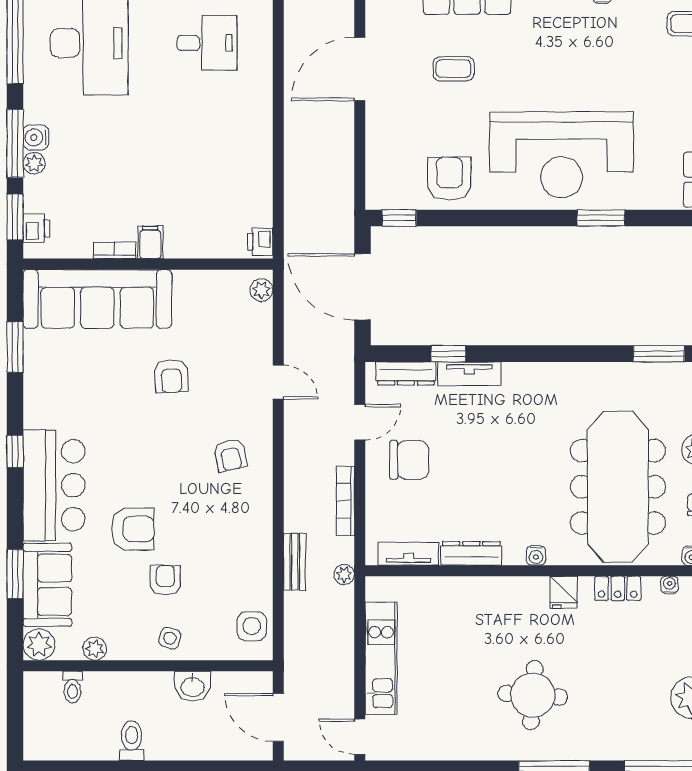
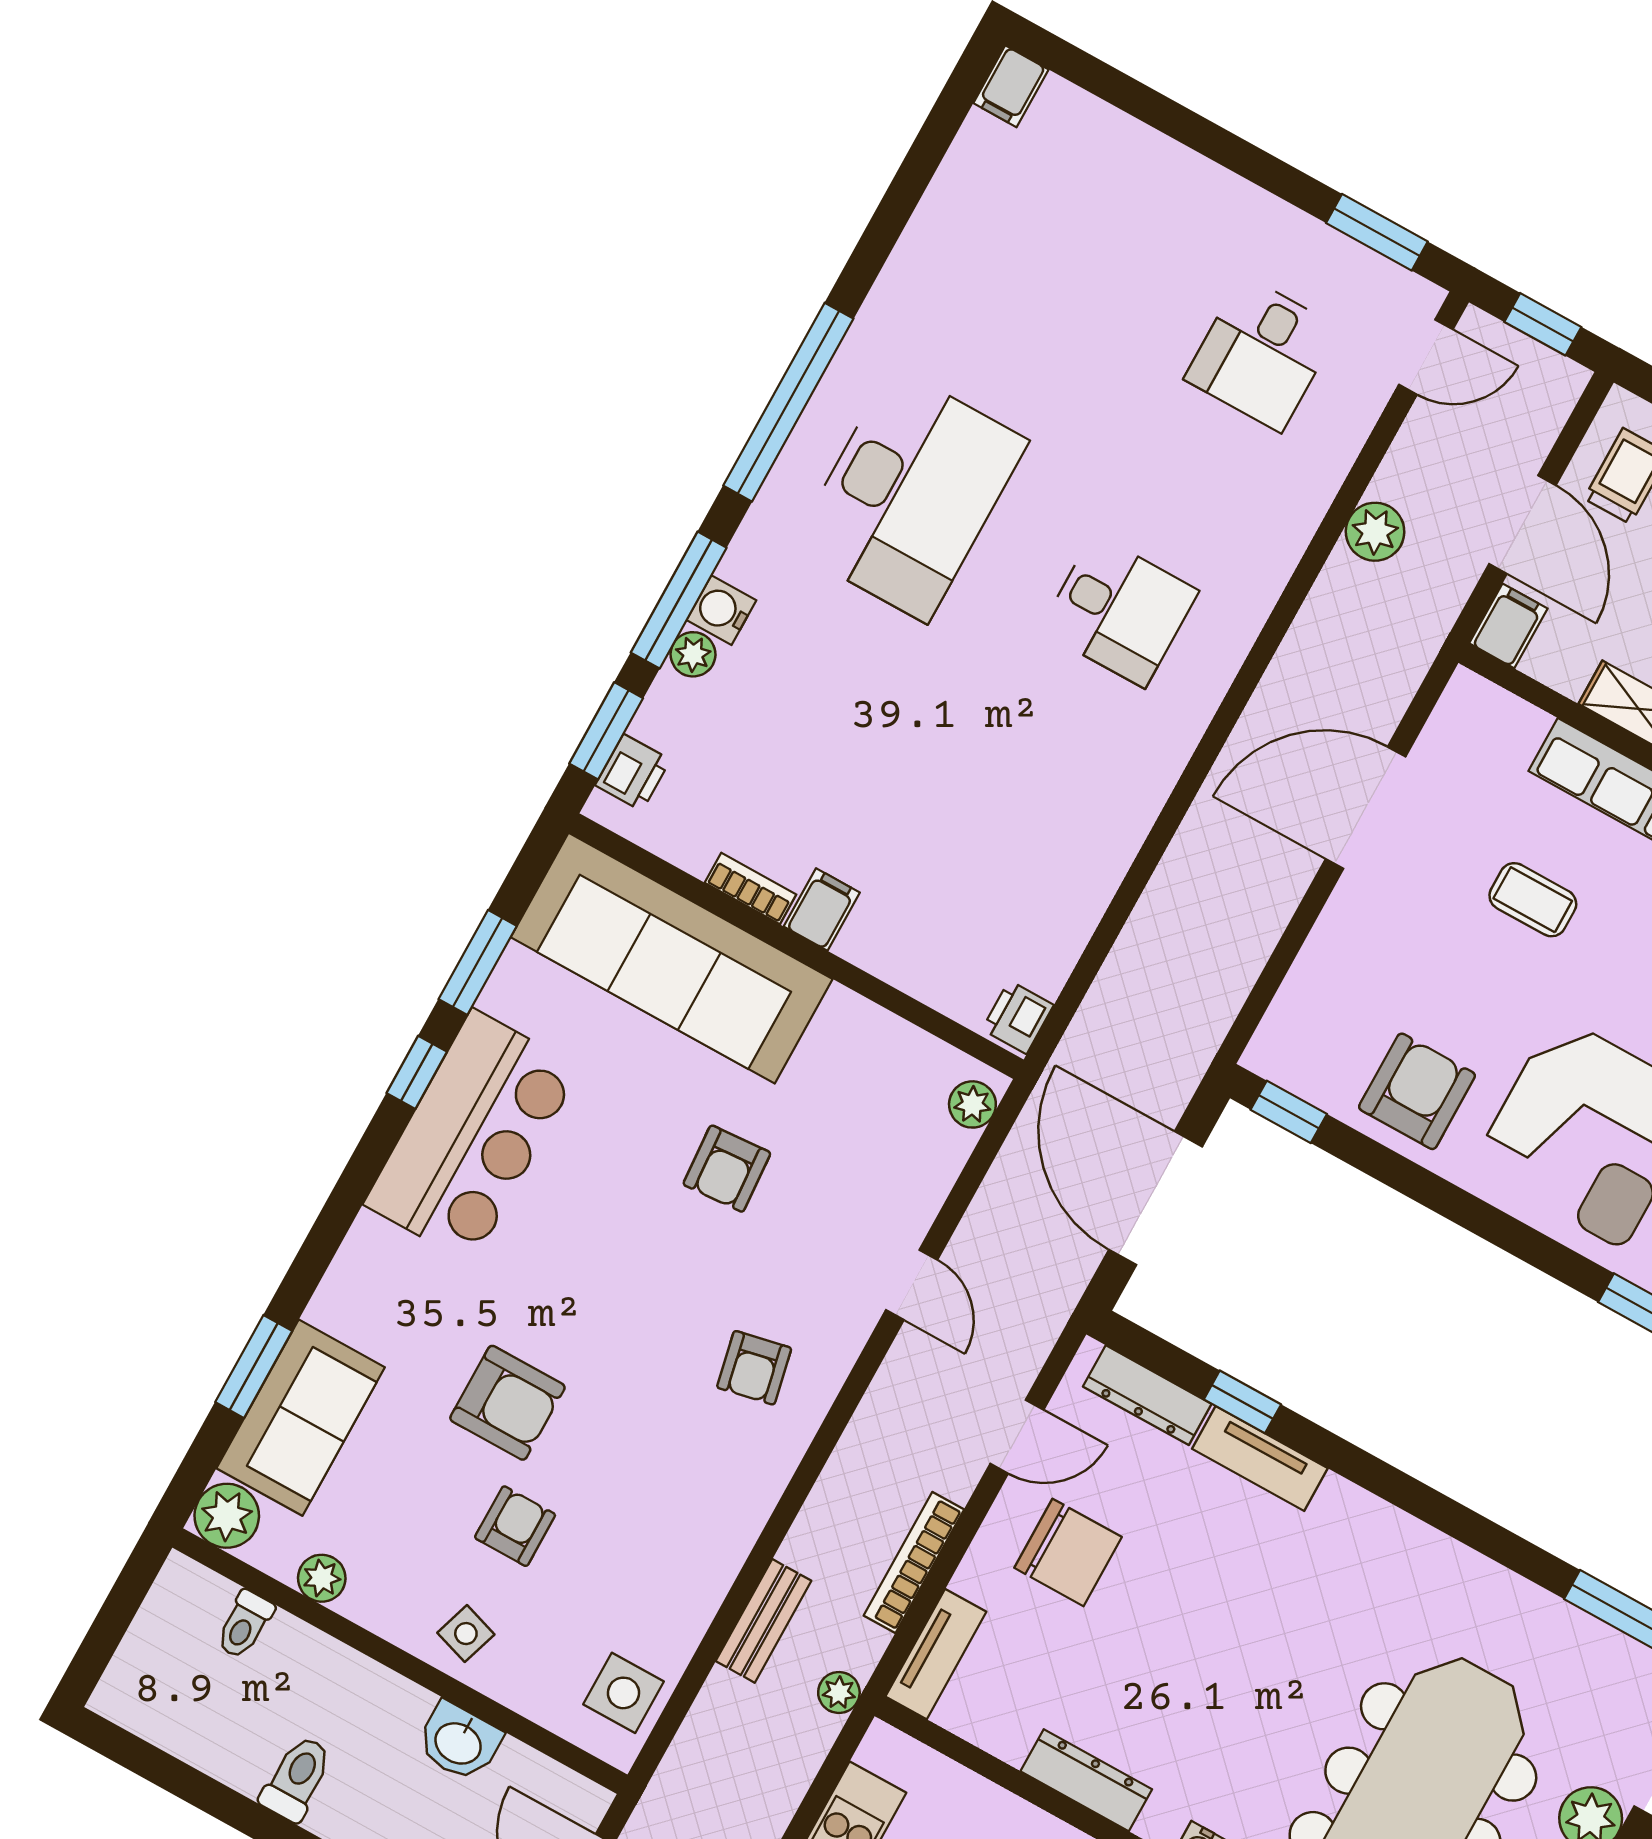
window: (15, 451) -> (417, 1072), moved
bar counter: (54, 485) -> (472, 1136), moved
tv unit: (408, 554) -> (936, 1654), moved, turned 90

